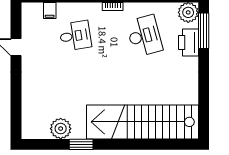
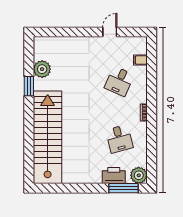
desk: (75, 36) -> (119, 81), turned 33
desk: (144, 36) -> (119, 139), width x0.73

